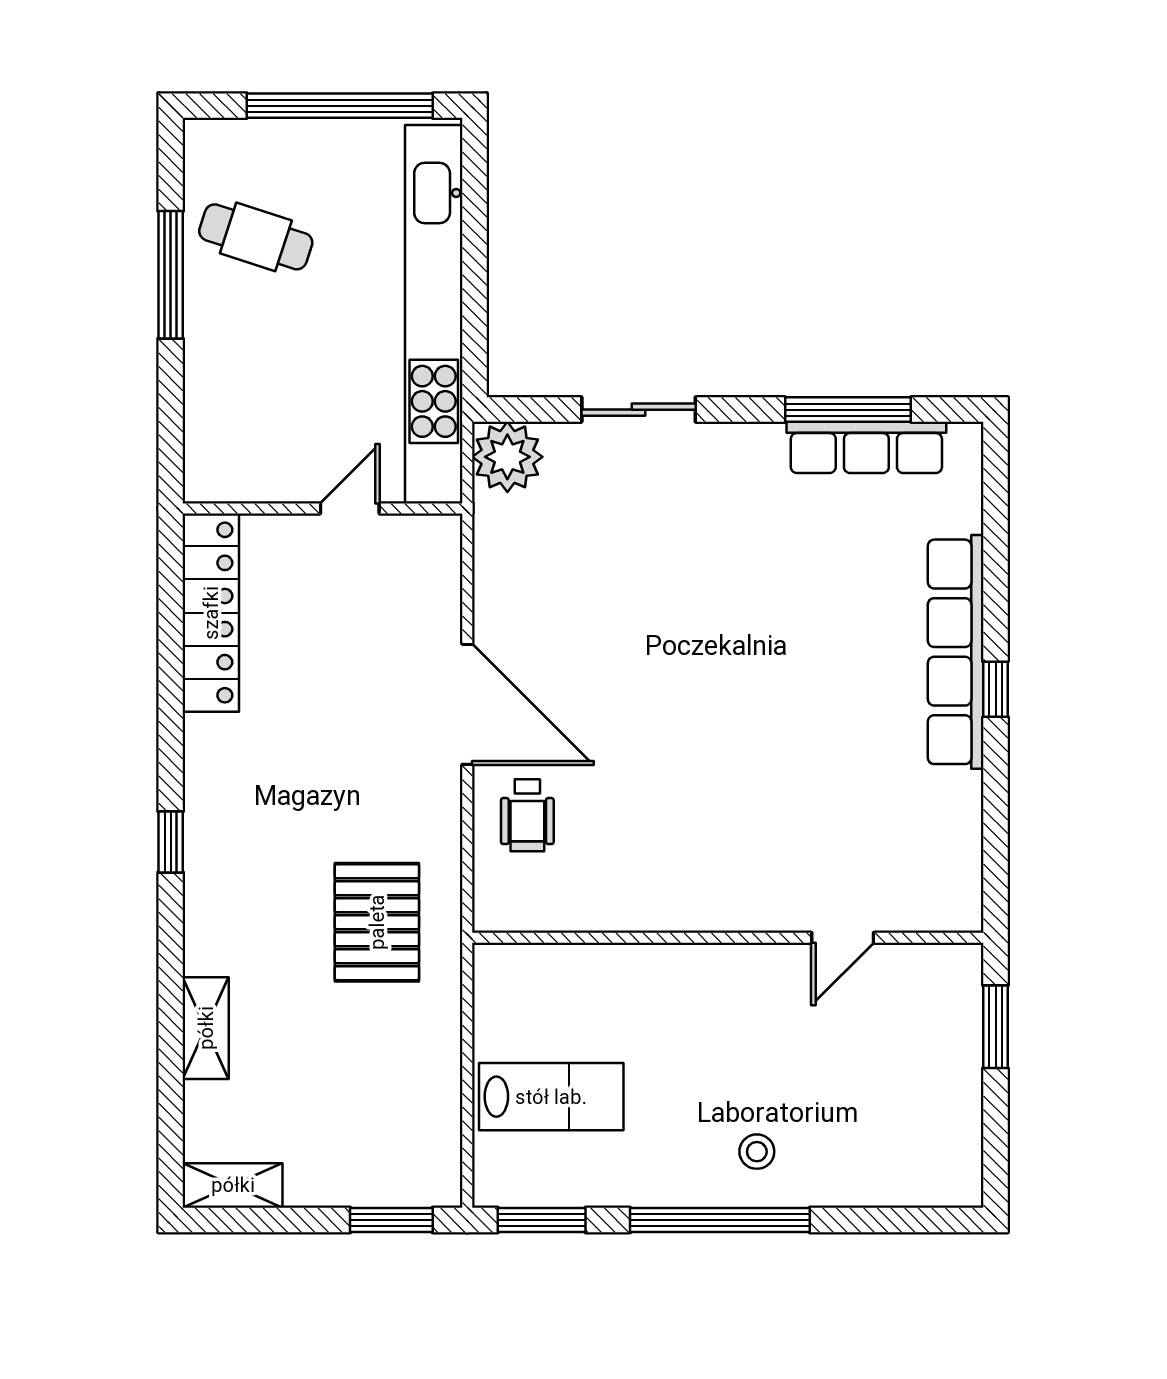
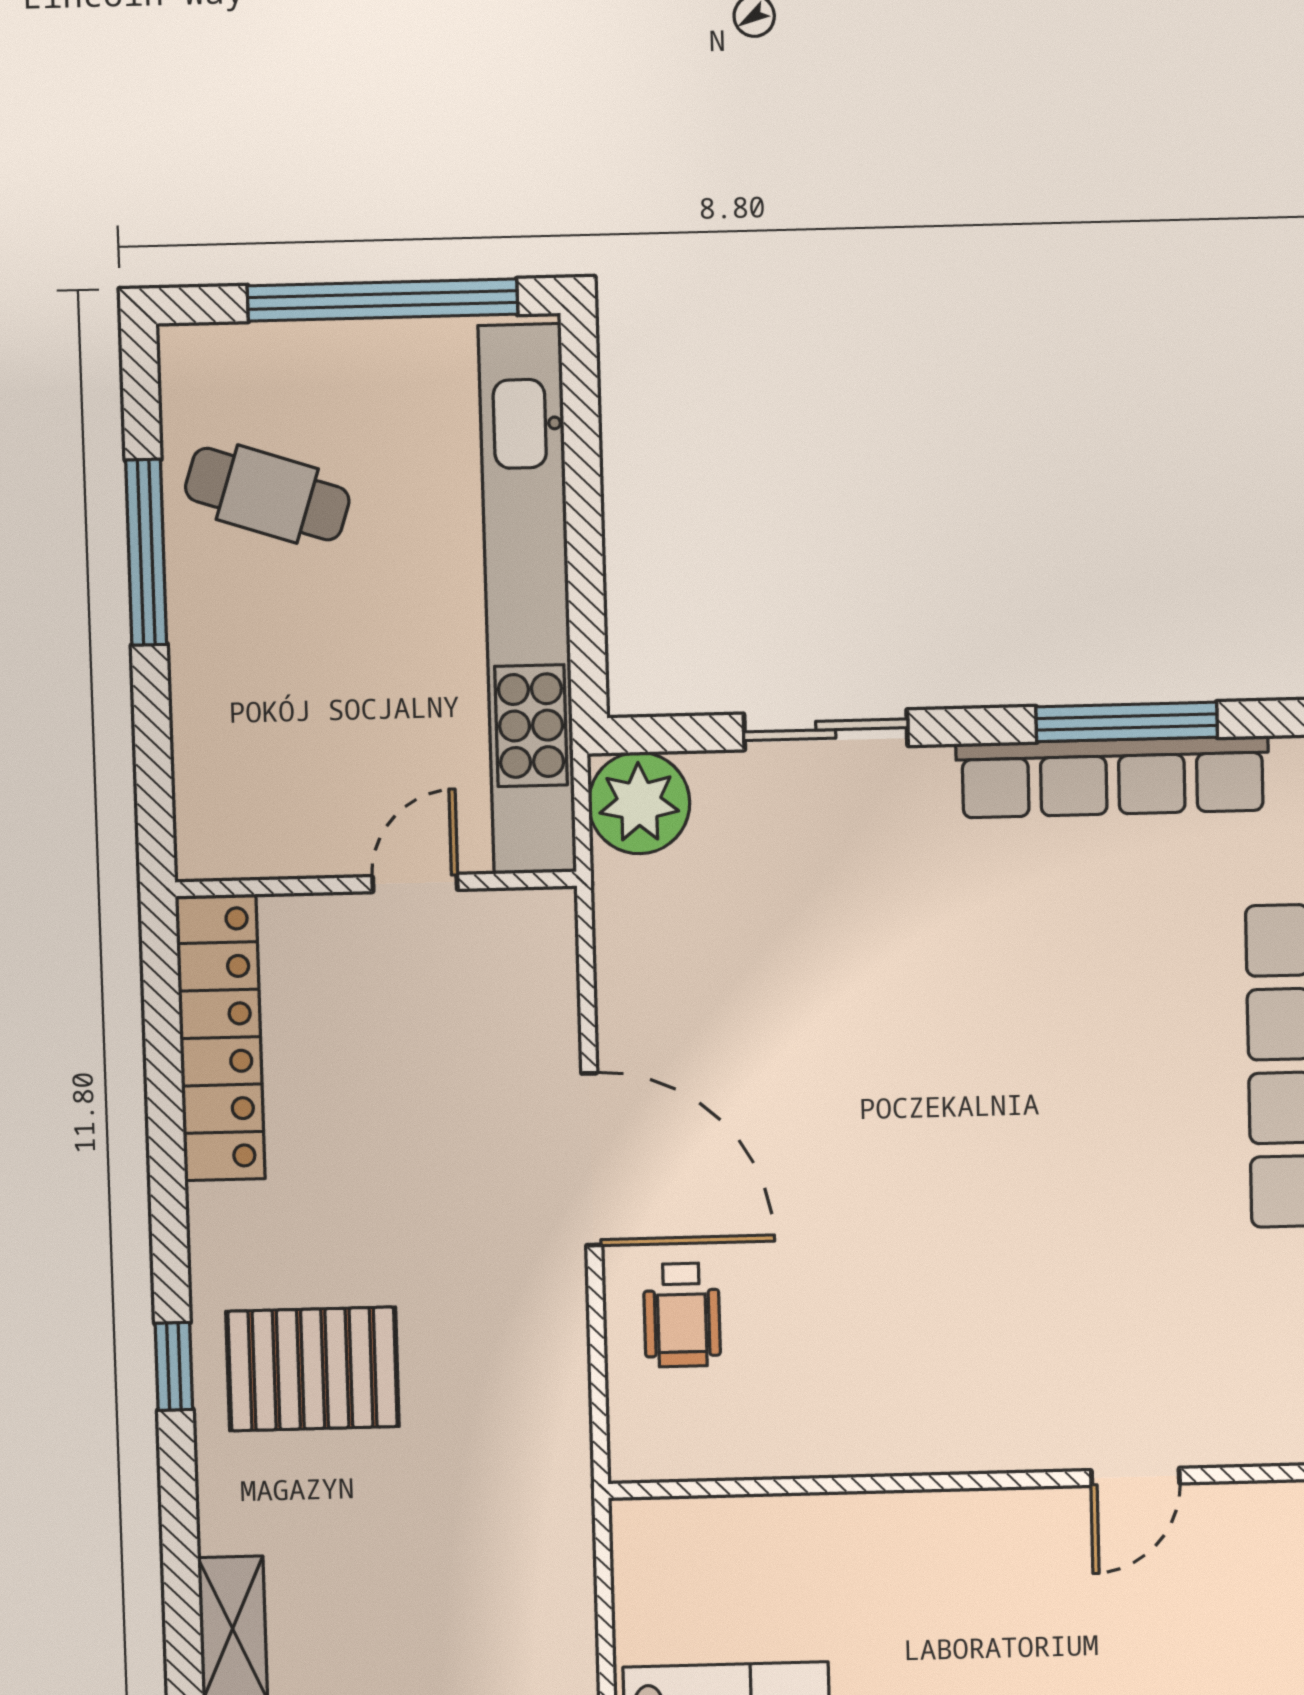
row of seats: (866, 447) -> (1113, 777), width x1.36
pallet: (377, 922) -> (313, 1369), moved, turned 90

